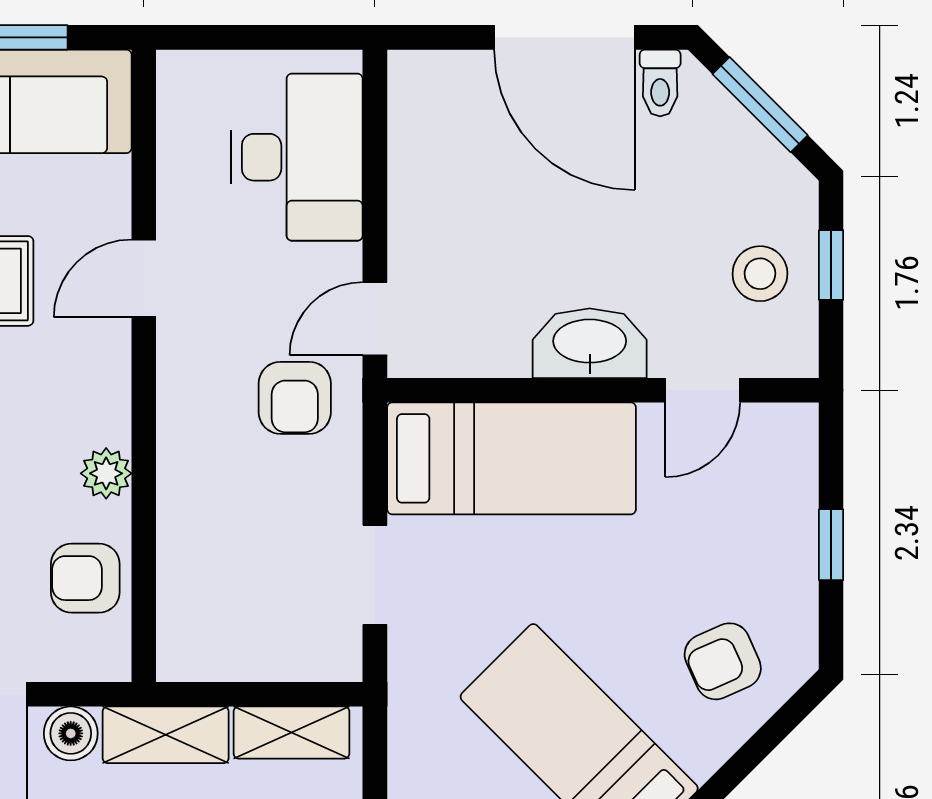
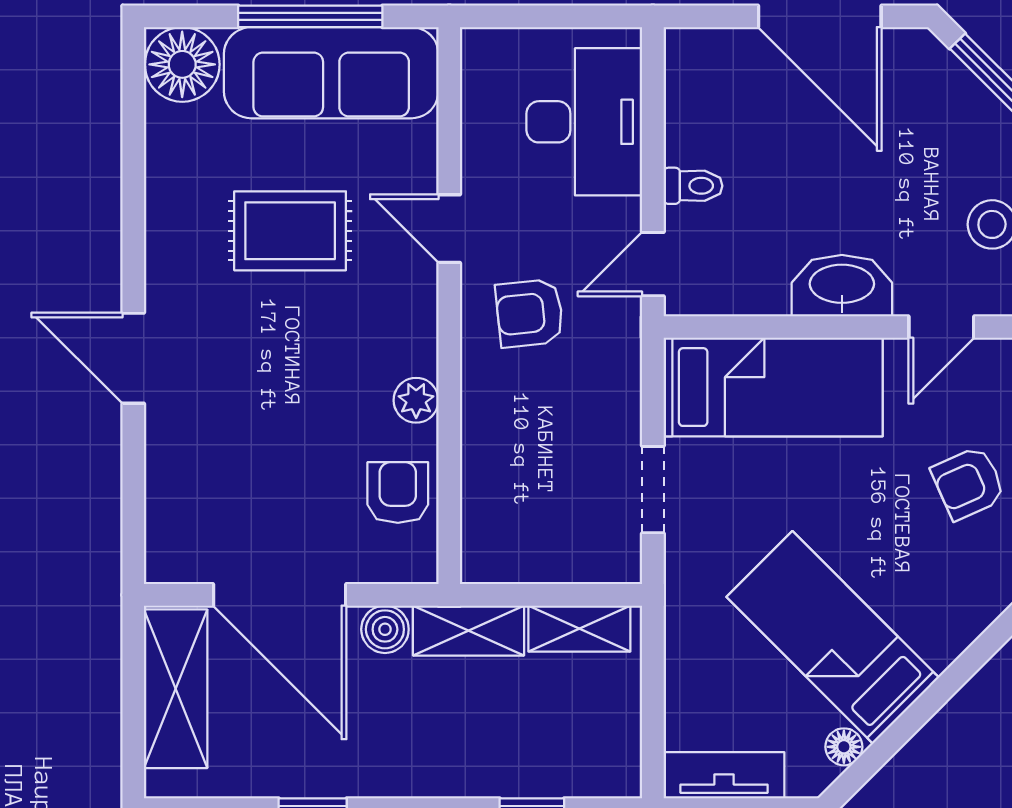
toilet: (660, 83) -> (693, 186), moved, turned -90
door: (144, 278) -> (449, 229), hinge flipped
armchair: (295, 398) -> (530, 313), moved, turned 84
armchair: (85, 578) -> (398, 492), turned 90
armchair: (723, 661) -> (968, 483), moved

